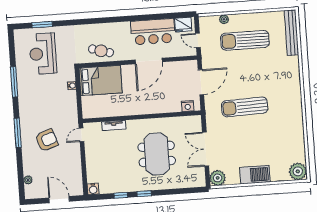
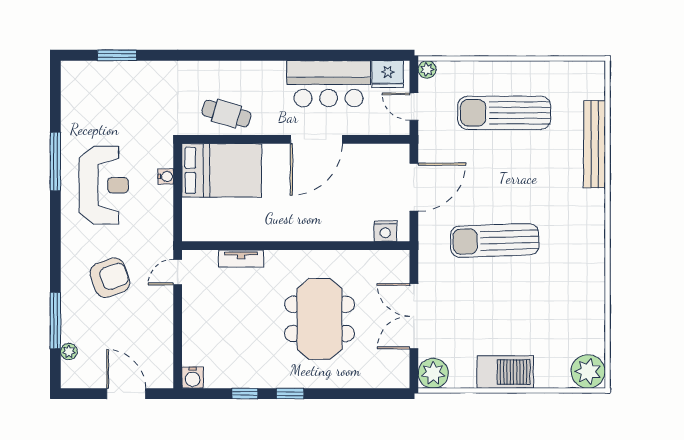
plant: (224, 19) -> (427, 69), moved
bench: (291, 33) -> (595, 144), moved
reception desk: (43, 54) -> (104, 185), moved, turned 180
window: (18, 133) -> (55, 321), moved

